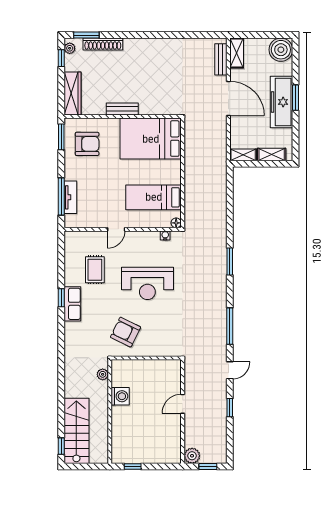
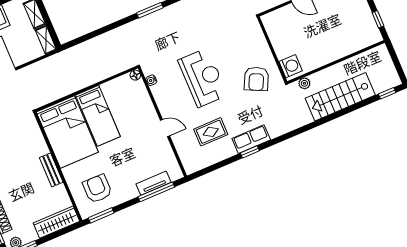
bed: (154, 197) -> (98, 116), moved
washing machine: (120, 396) -> (291, 66), moved, turned 90
stairs: (76, 431) -> (340, 97), moved

